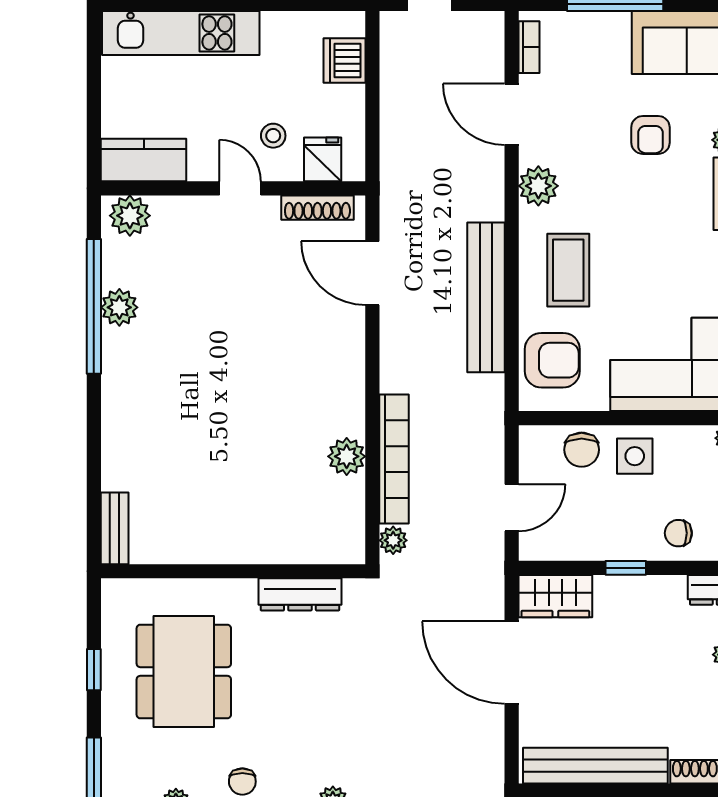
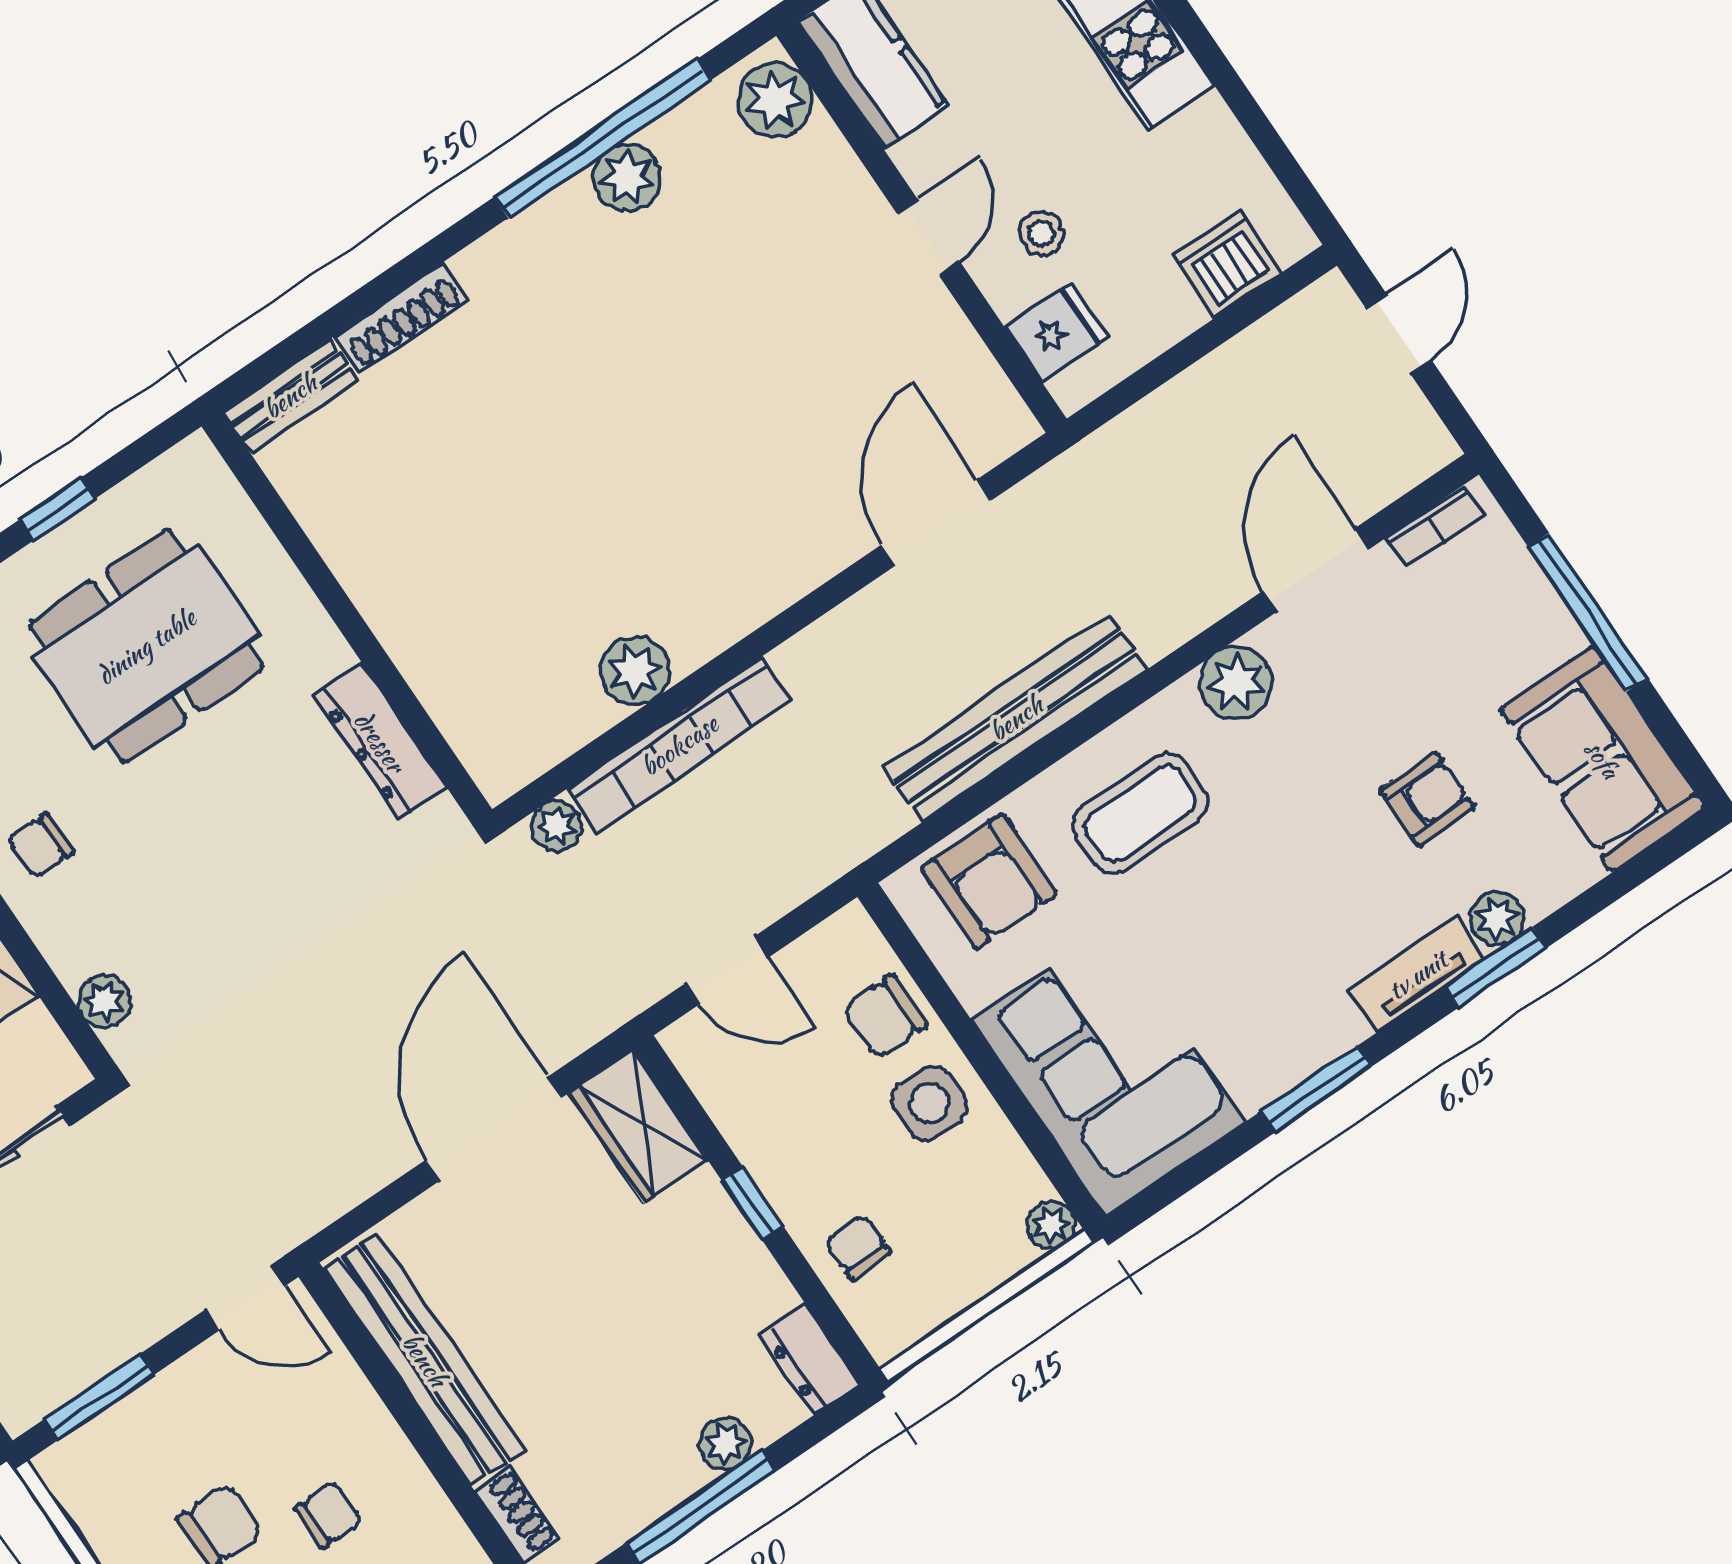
armchair: (650, 135) -> (1427, 799), turned 180
shoe rack: (317, 208) -> (401, 318), moved, turned -90

